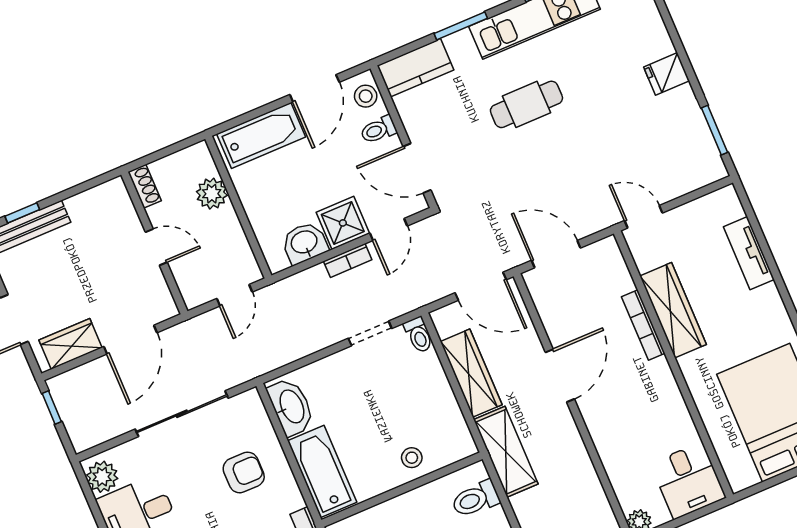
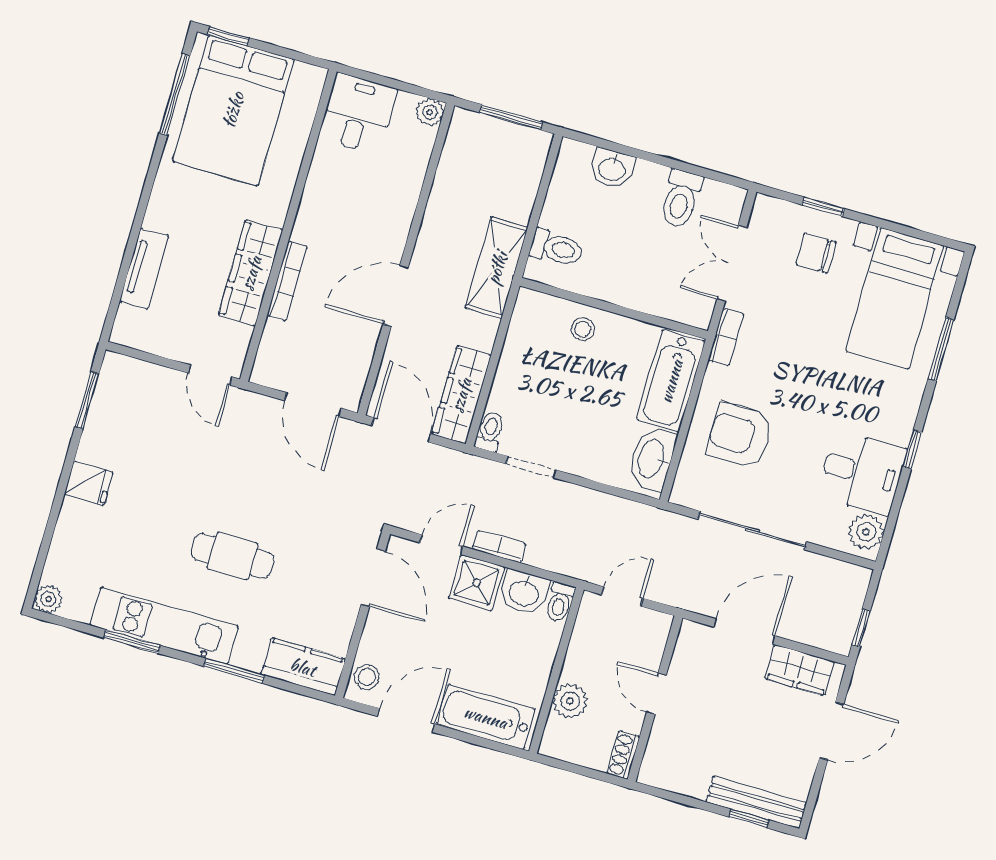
toilet: (378, 130) -> (560, 602), moved, turned 90
wardrobe: (471, 373) -> (461, 395), moved
armchair: (244, 472) -> (740, 435), width x1.38, depth x1.38

